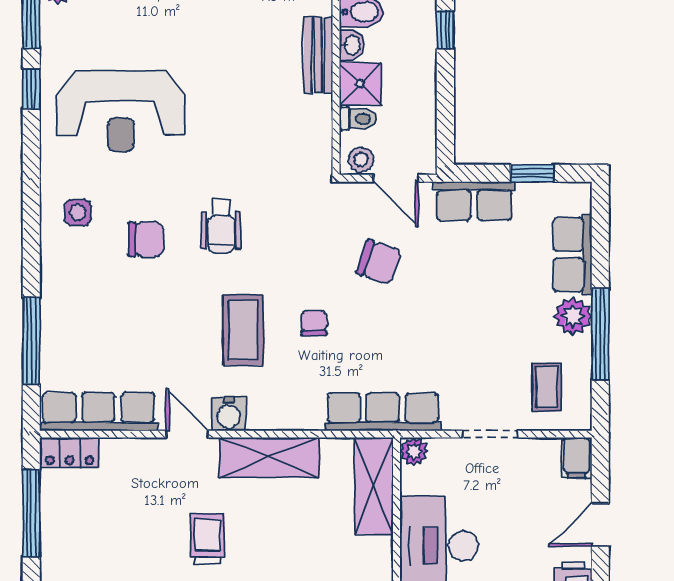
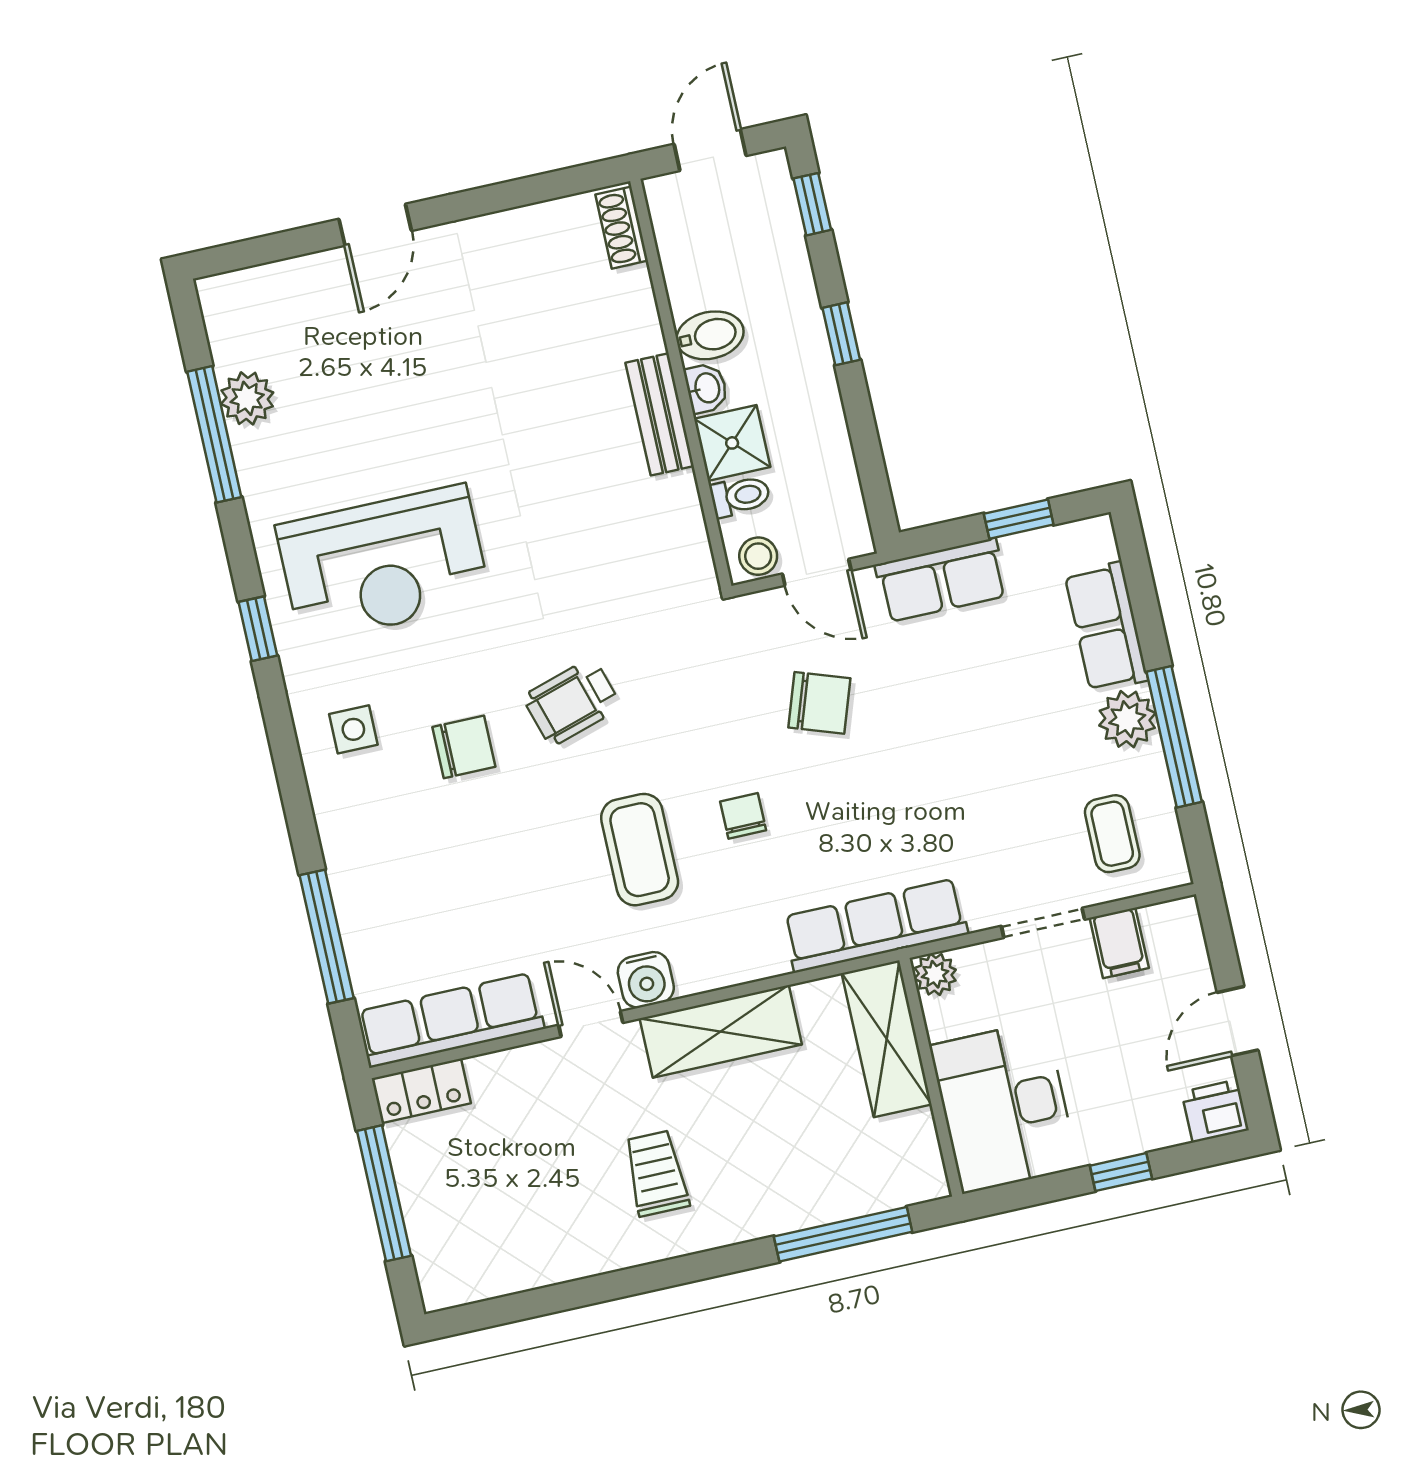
window: (31, 89) -> (258, 629), moved
wheelchair: (221, 226) -> (572, 702), turned 73
filing cabinet: (577, 458) -> (1119, 943), moved

